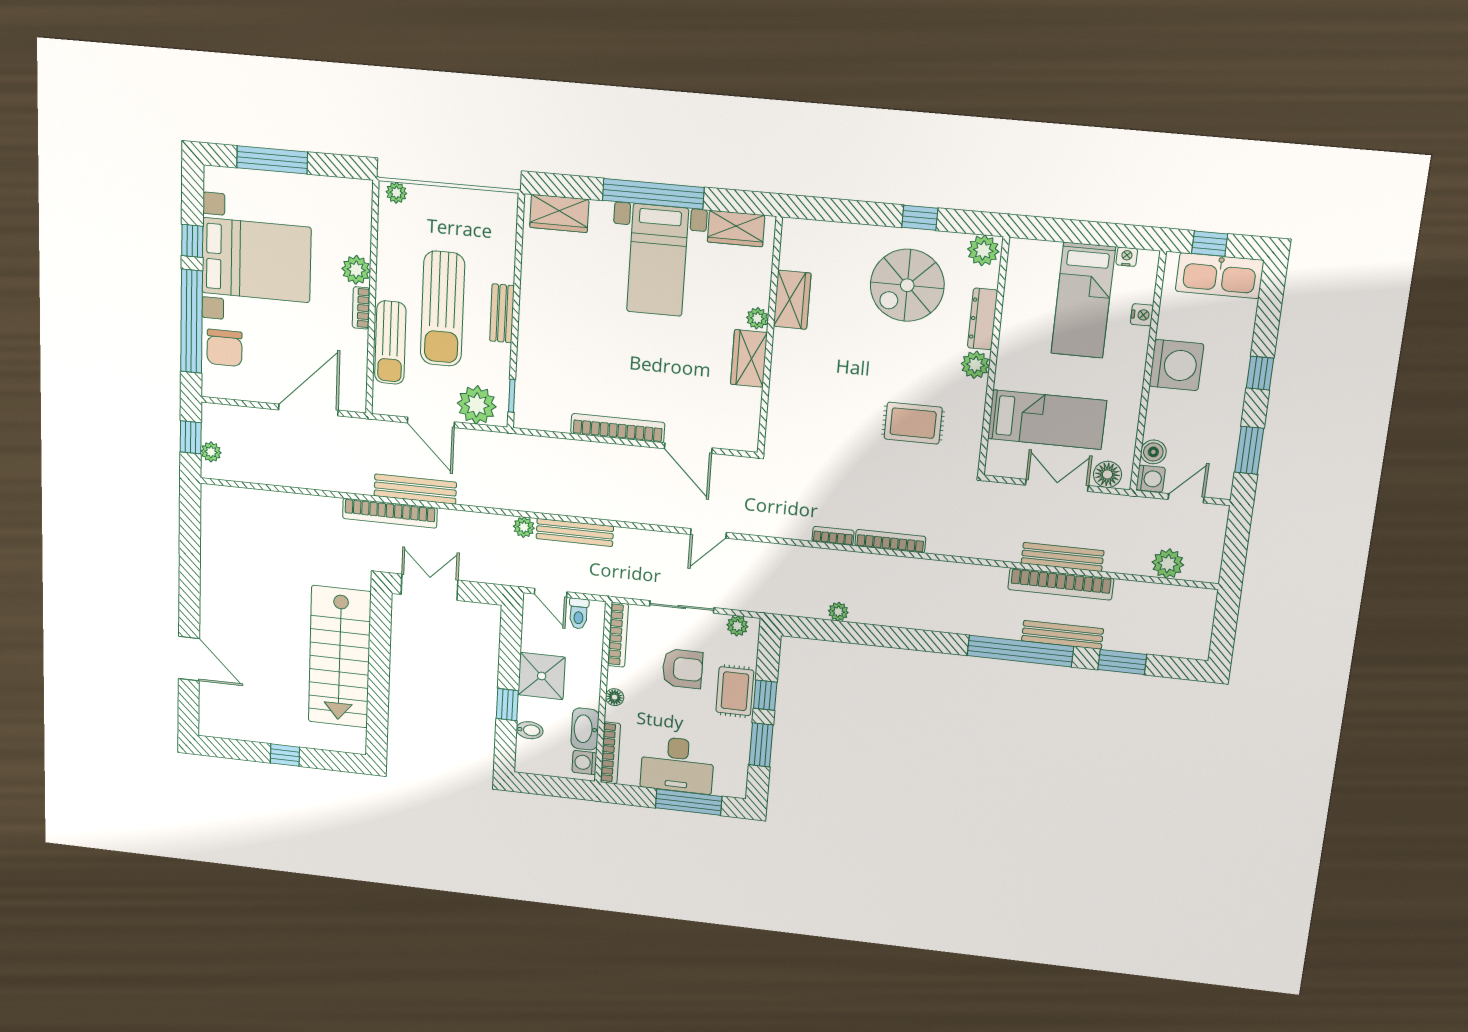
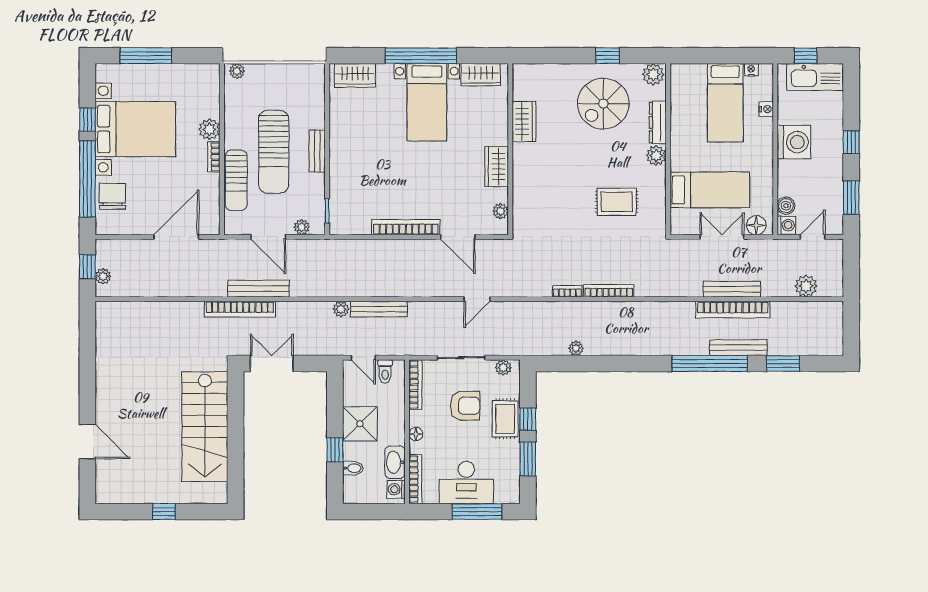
plant: (757, 318) -> (500, 211), moved
chair: (224, 348) -> (112, 196), turned 180
plant: (477, 405) -> (302, 227), width x0.53, depth x0.53

